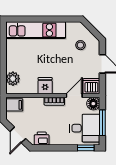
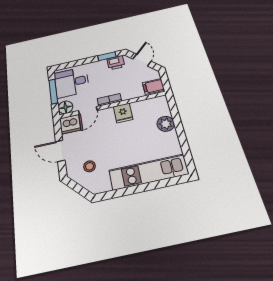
plant: (13, 79) -> (166, 124), moved
window: (86, 148) -> (107, 56), moved

